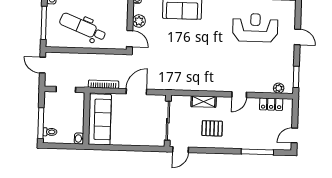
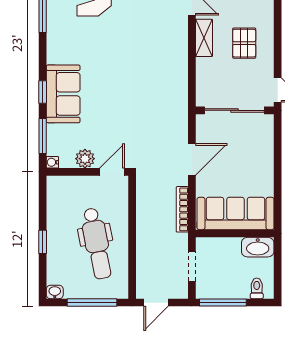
dental chair: (83, 27) -> (97, 243), turned -33
door: (136, 92) -> (192, 159), swing flipped
shelving: (204, 102) -> (204, 38), moved
window: (41, 123) -> (223, 303), moved
washbasin: (79, 139) -> (258, 247), width x1.91, depth x1.45

